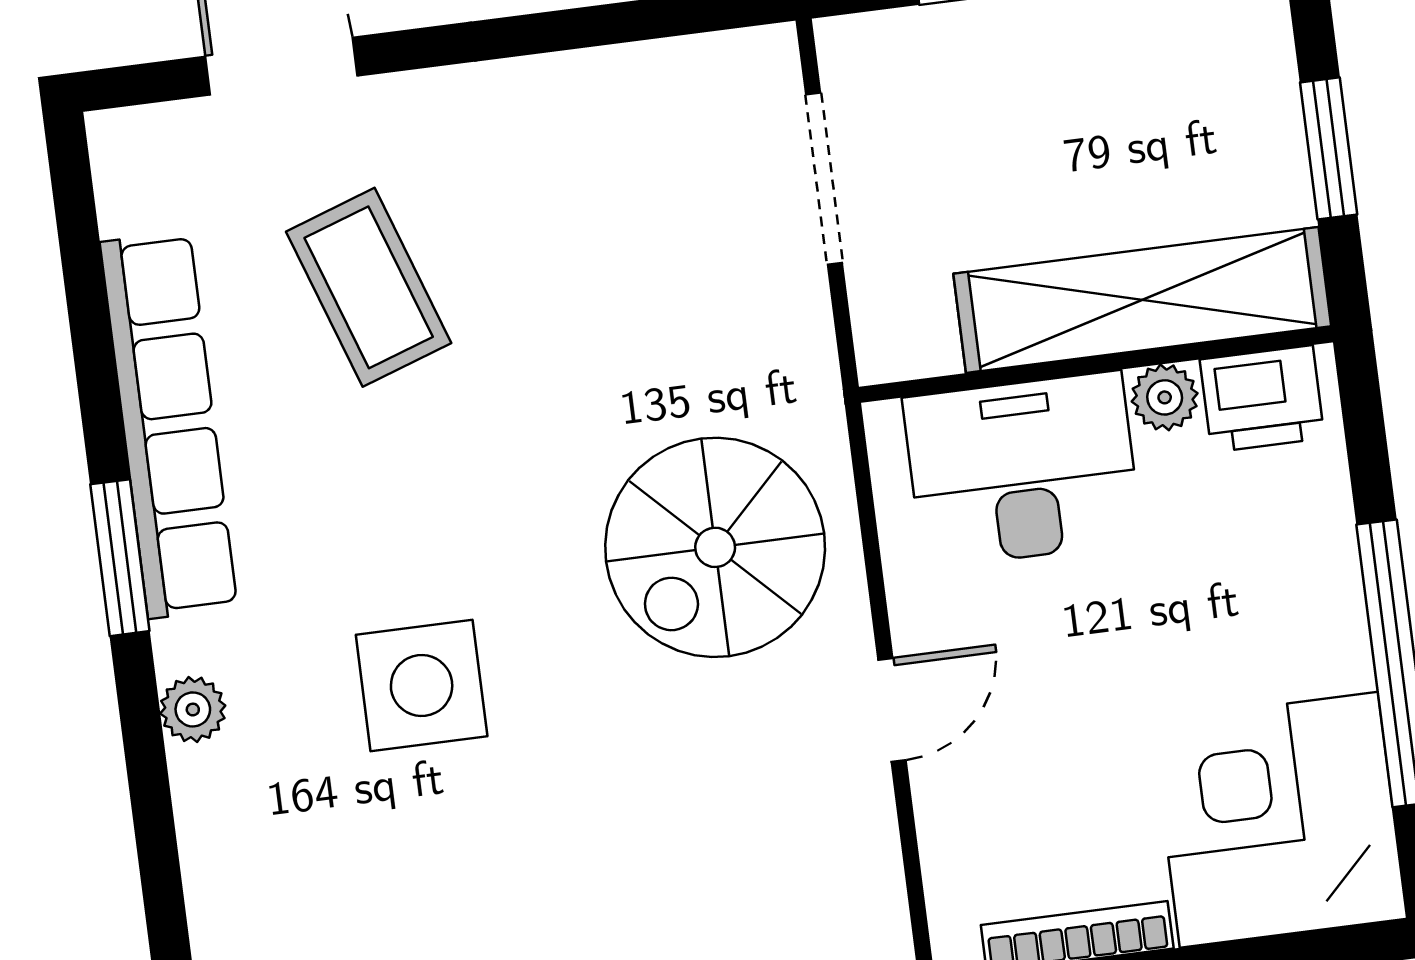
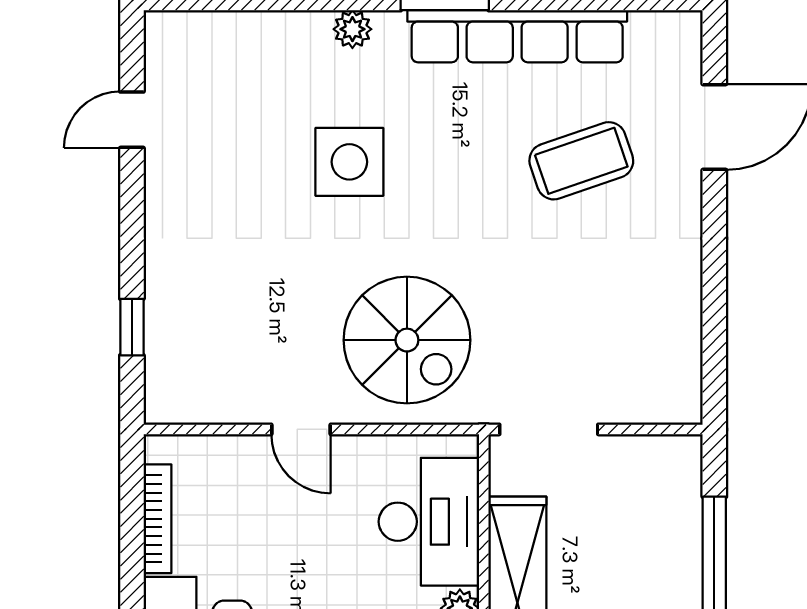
doorway: (824, 179) -> (549, 429), moved
spiral stairs: (715, 547) -> (407, 340), turned 180

